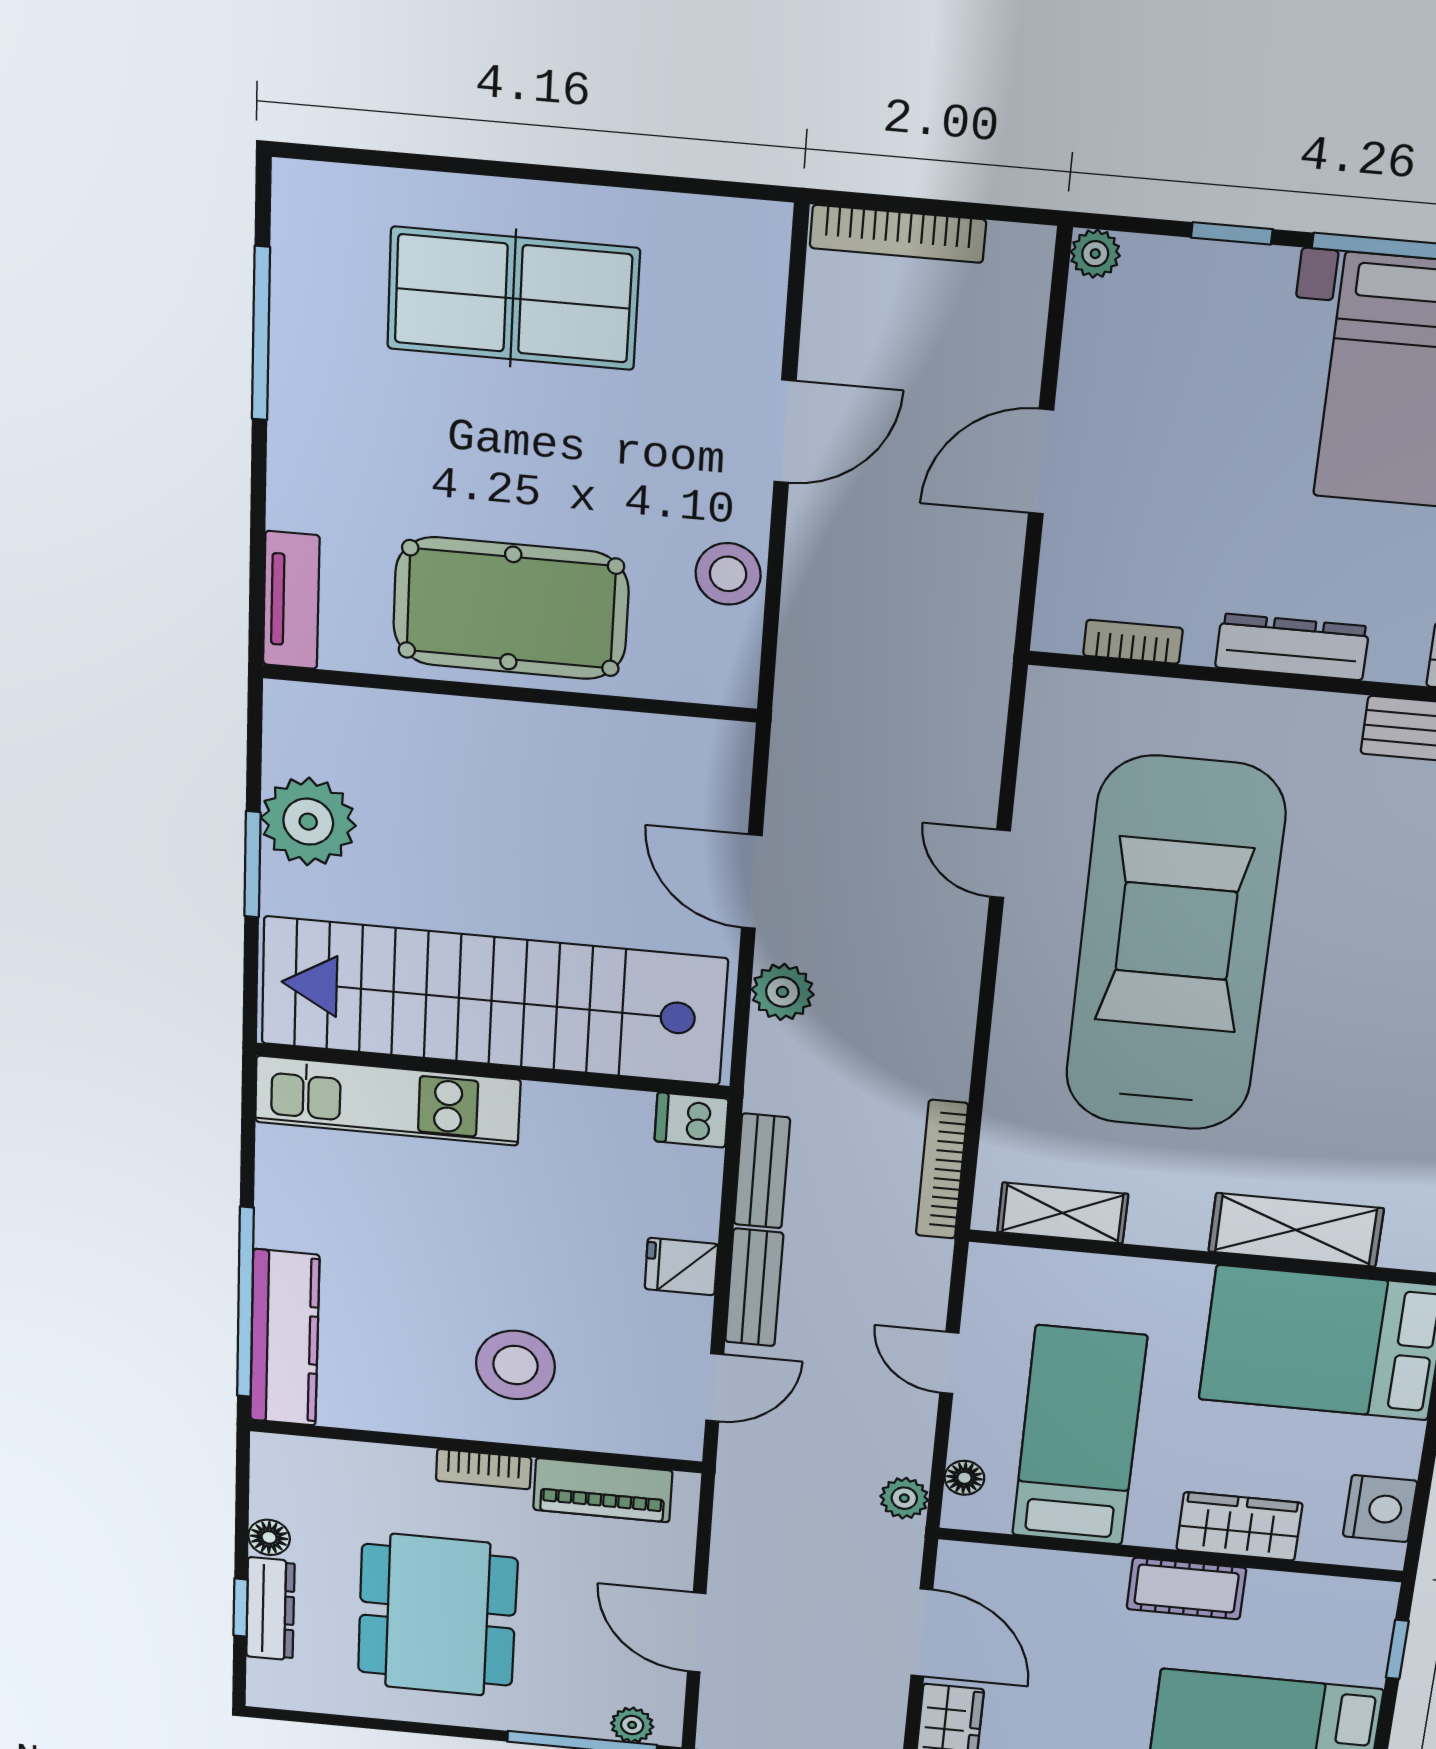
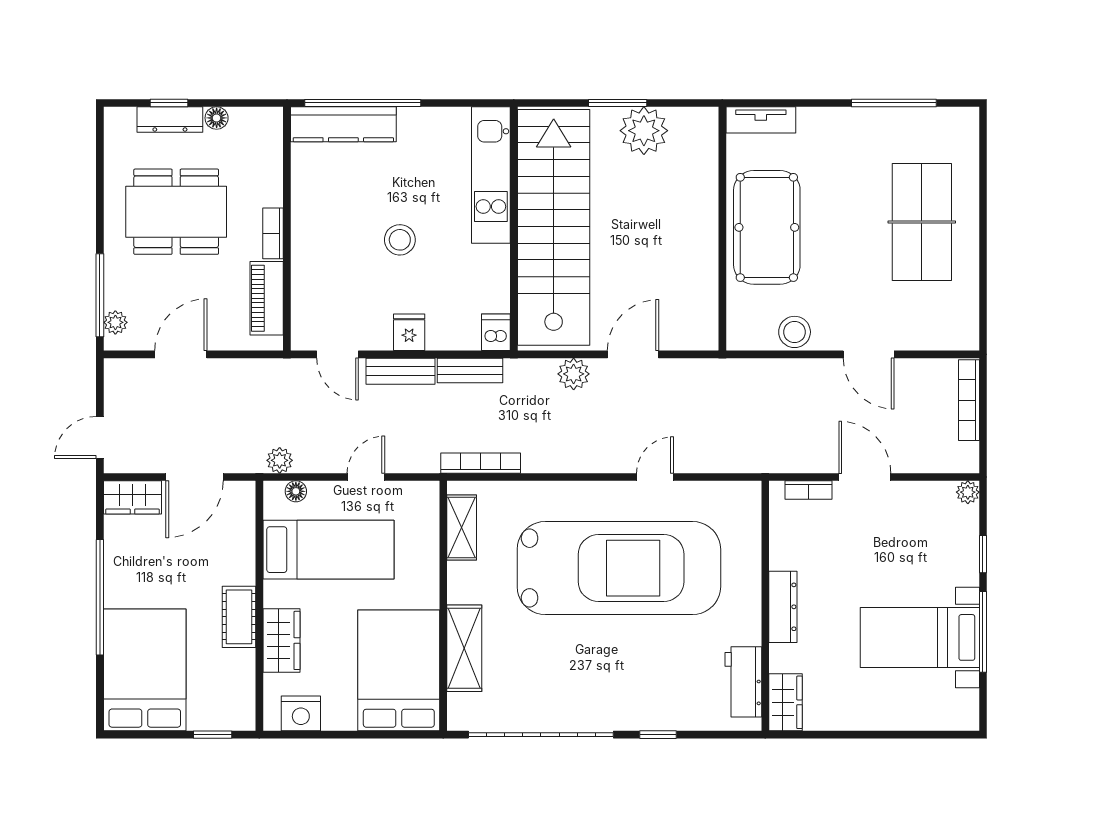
bookcase: (1133, 642) -> (809, 490), moved, turned 90
stool: (515, 1365) -> (400, 240), moved, width x0.73, depth x0.73

